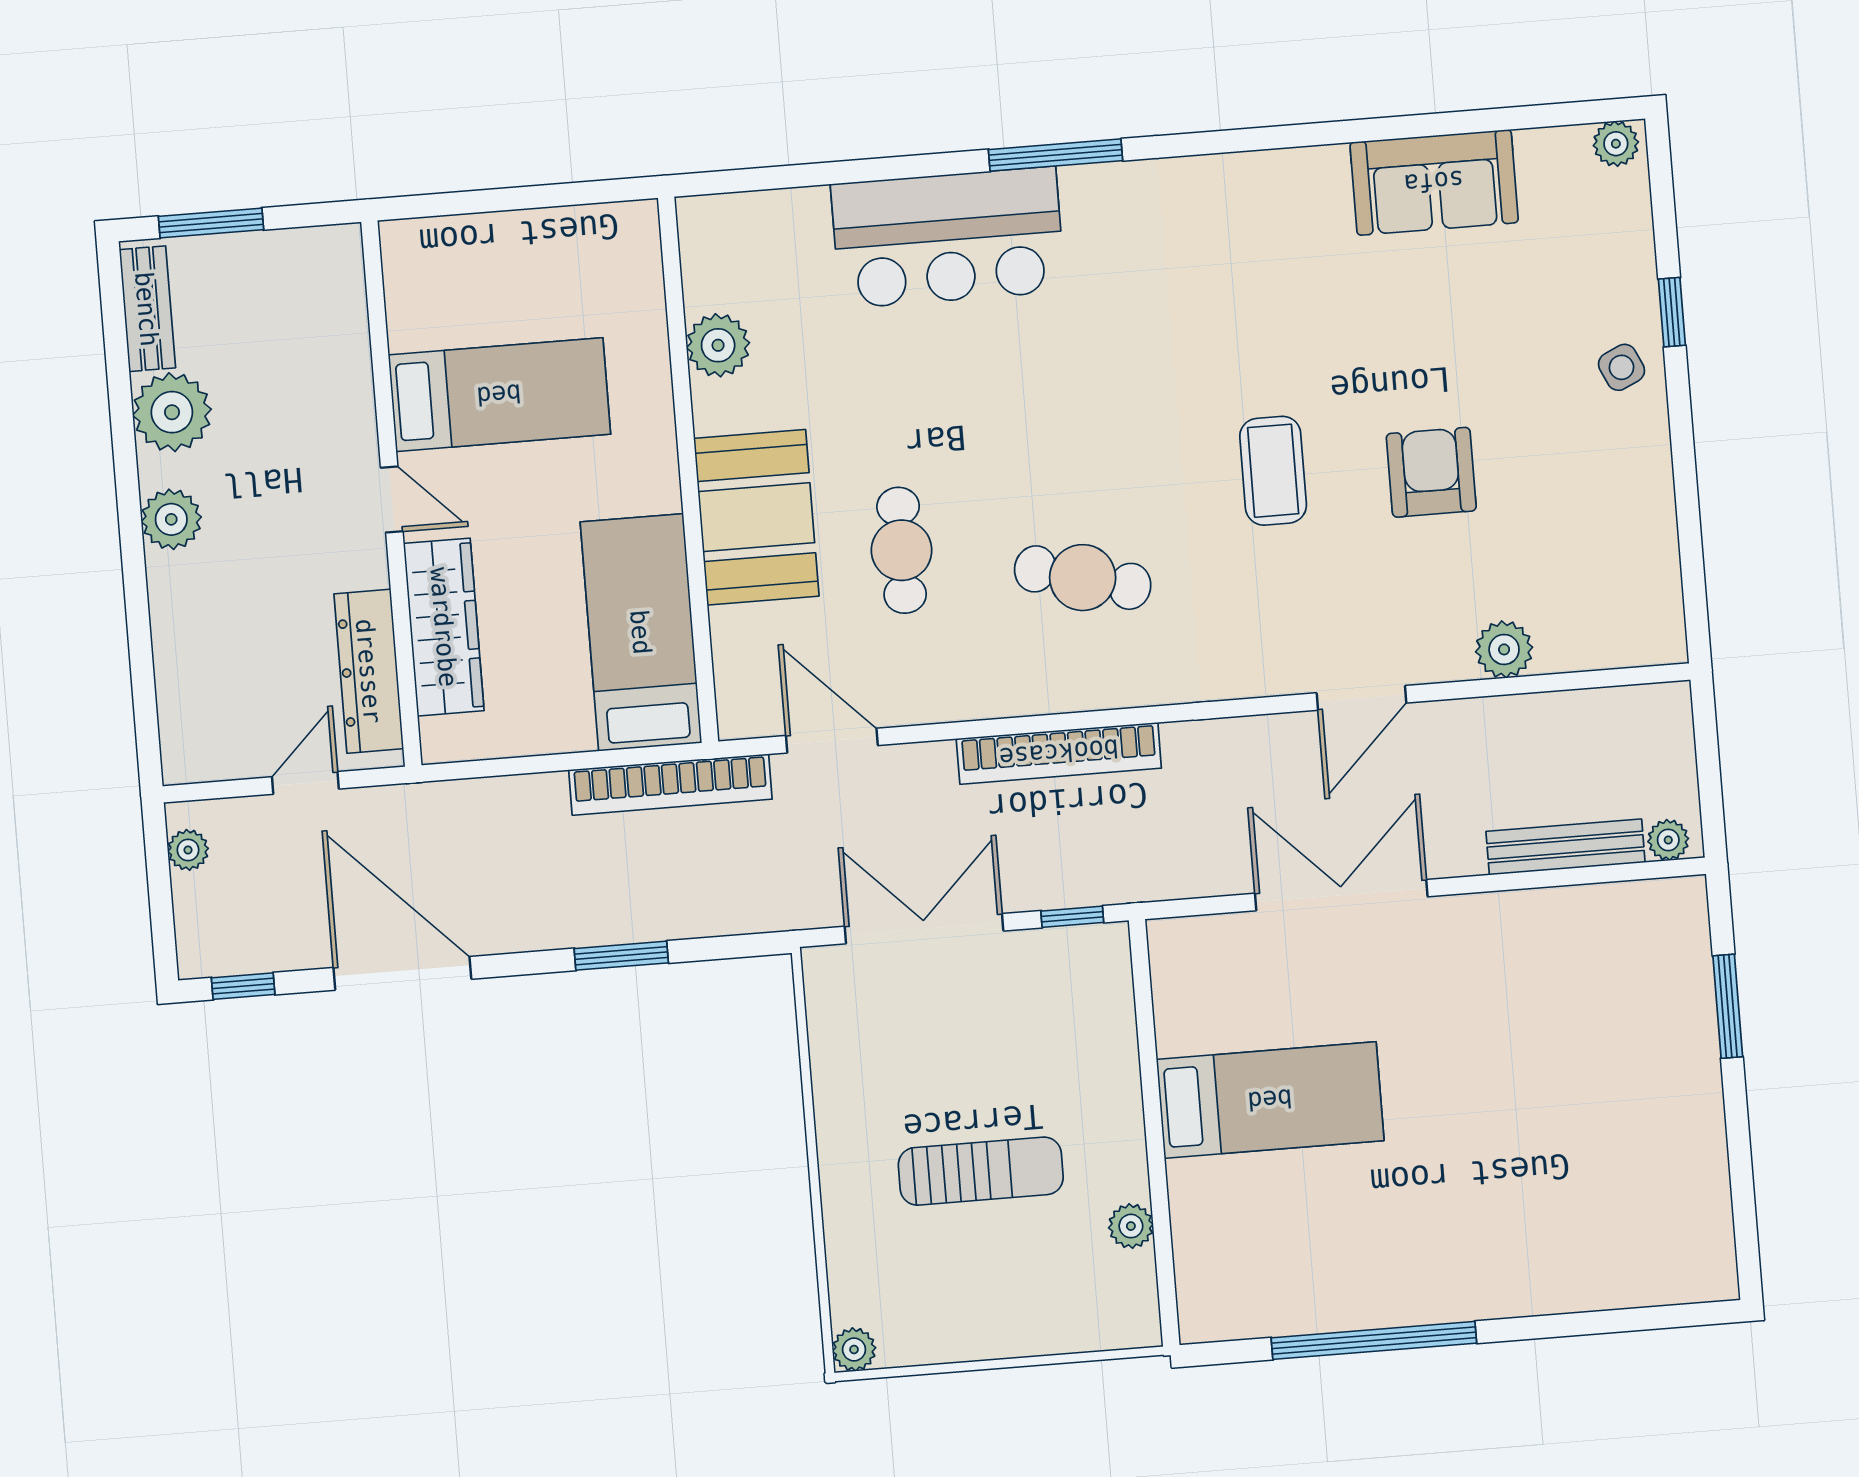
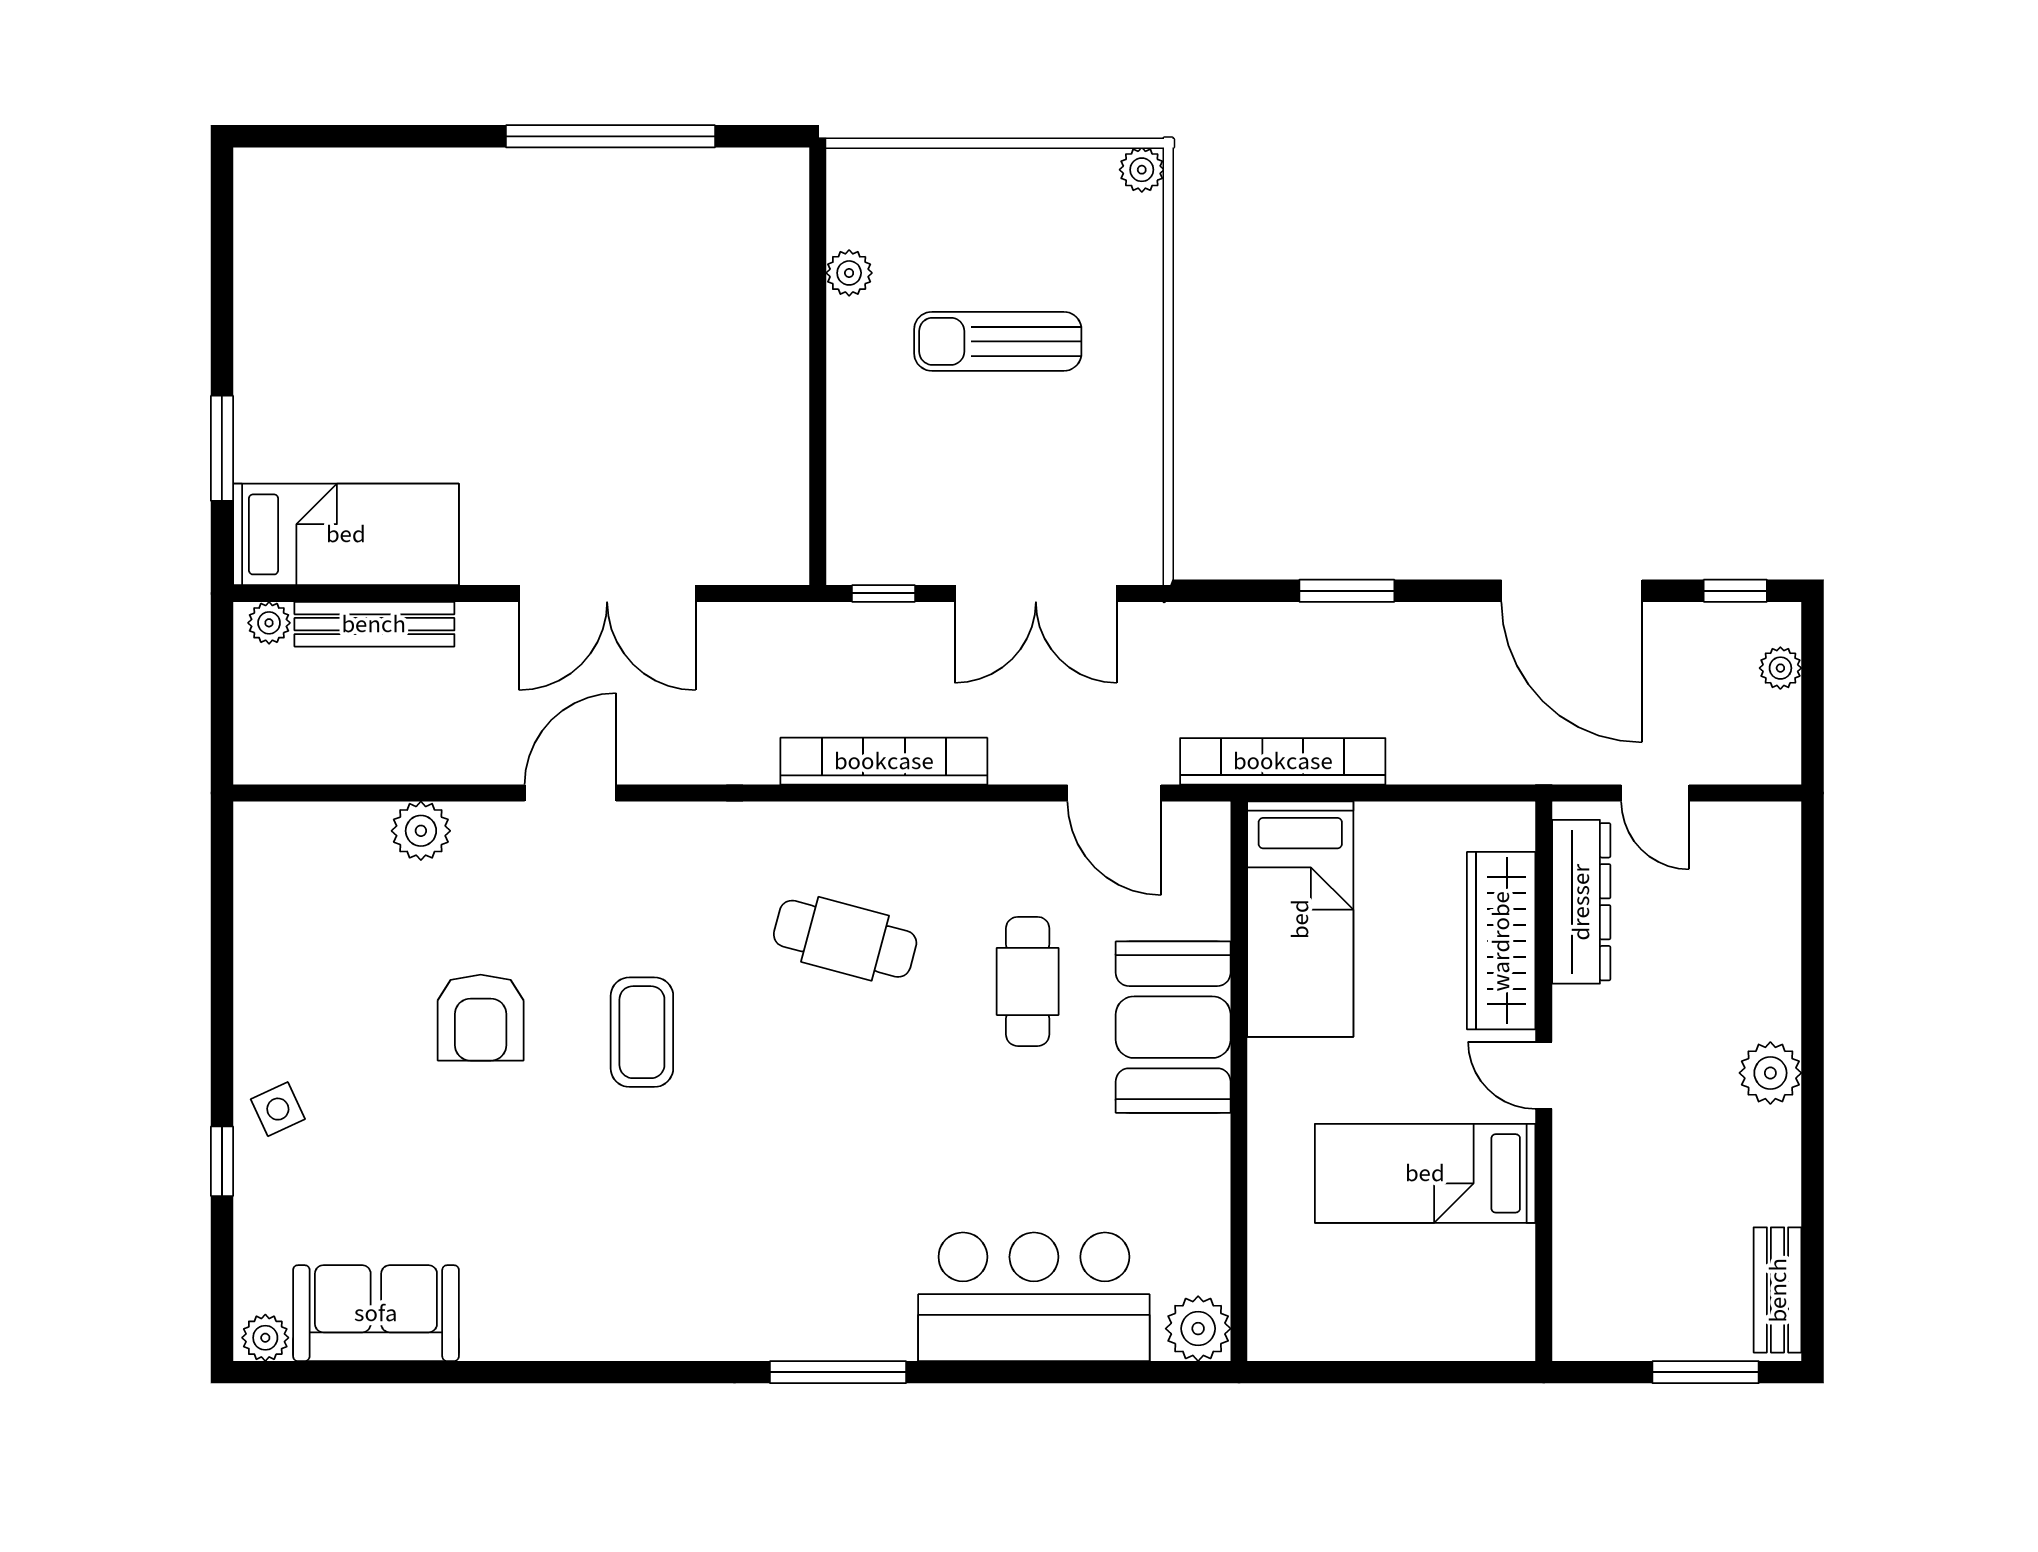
sofa: (1434, 182) -> (376, 1313), moved
bar counter: (948, 238) -> (1034, 1297), moved
plant: (718, 345) -> (1198, 1329), moved
plant: (172, 412) -> (1761, 1182), removed
door: (305, 783) -> (1655, 793), hinge flipped
plant: (188, 850) -> (1780, 668), moved
bed: (1270, 1100) -> (346, 534), moved, turned 180

